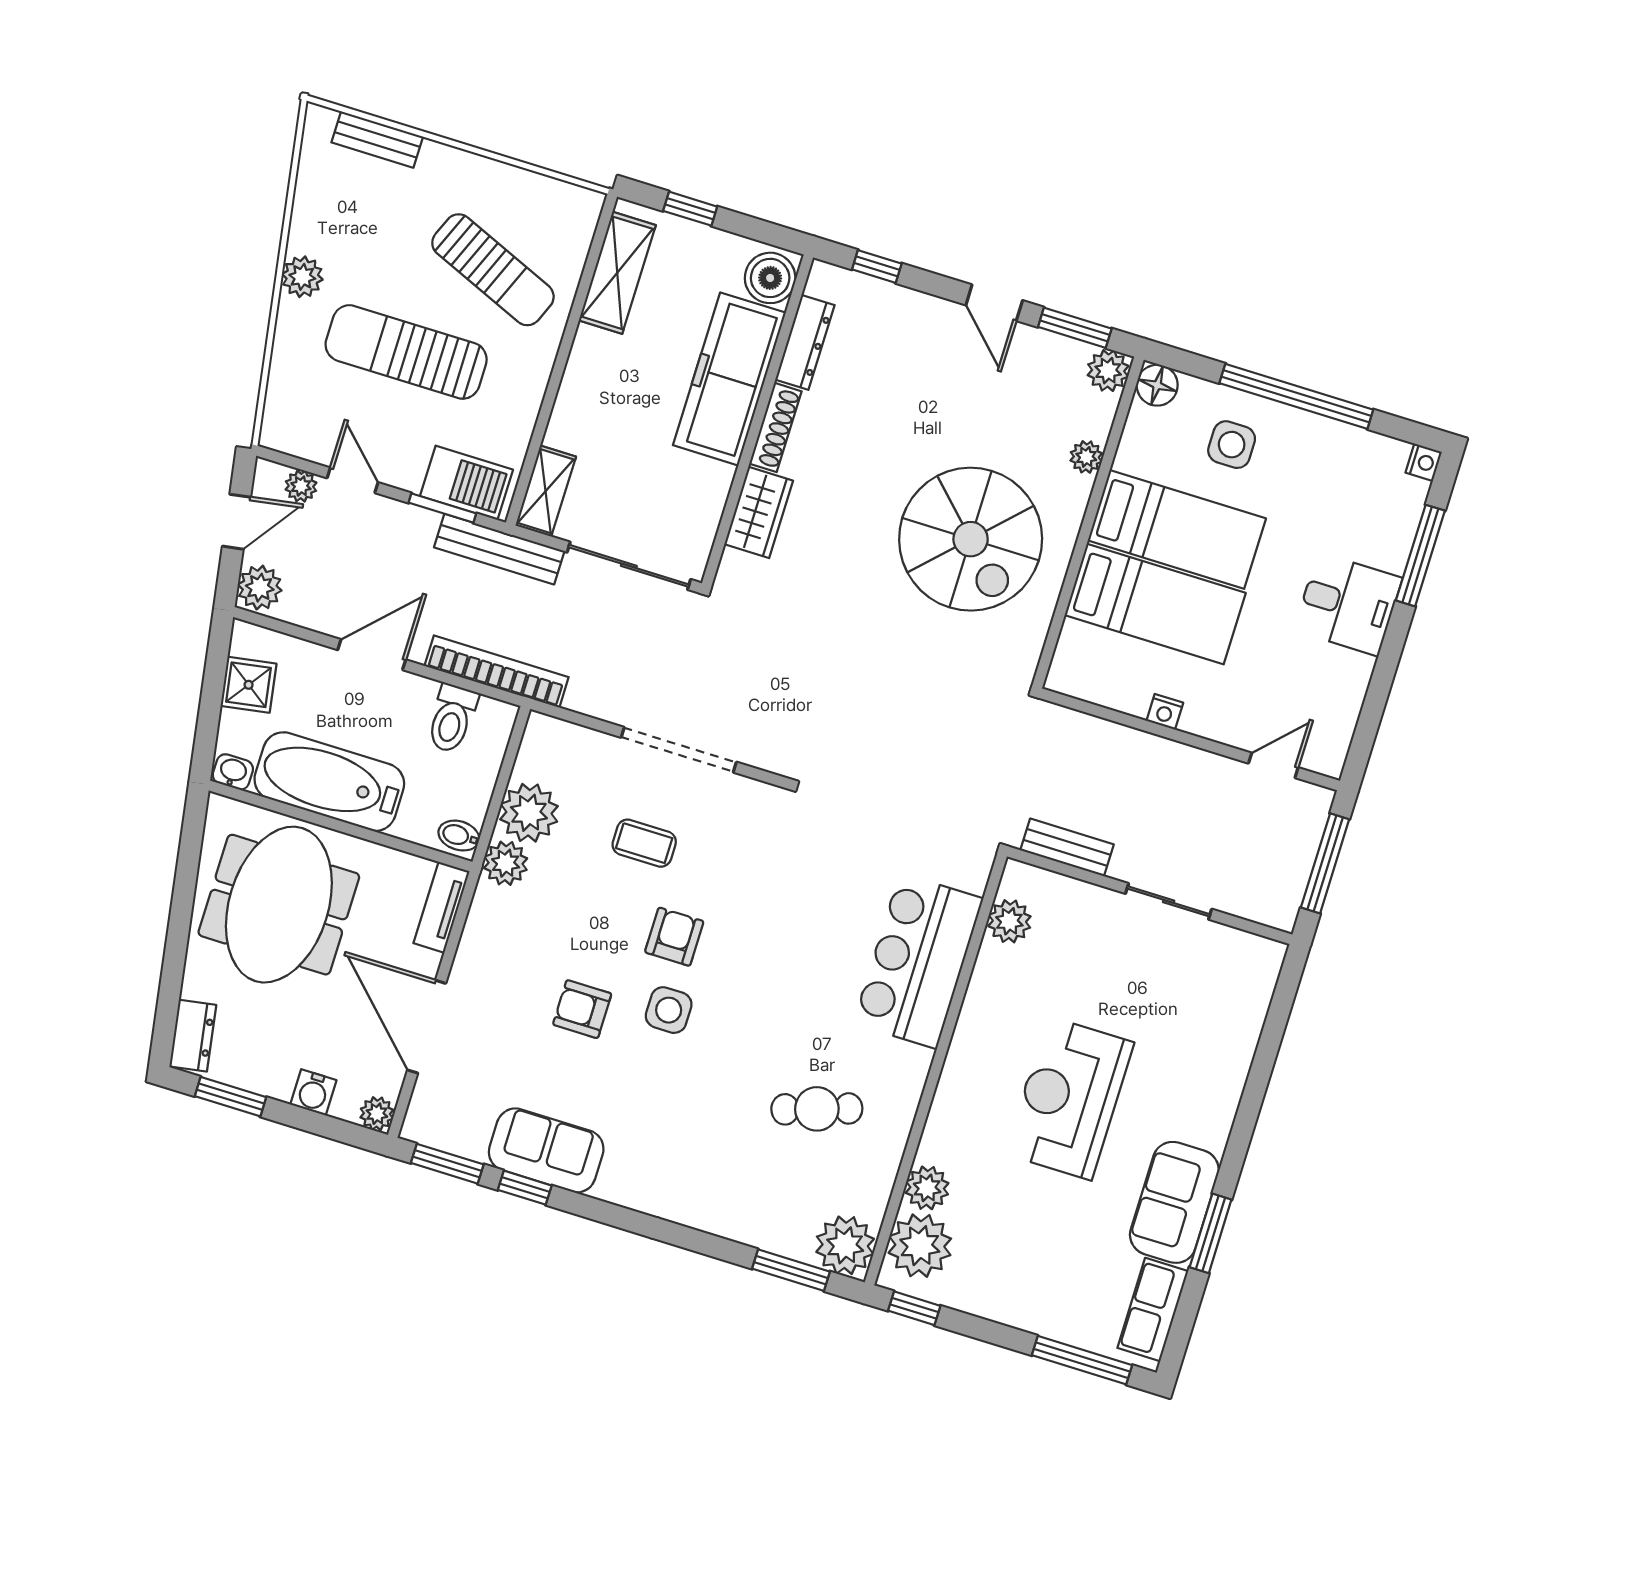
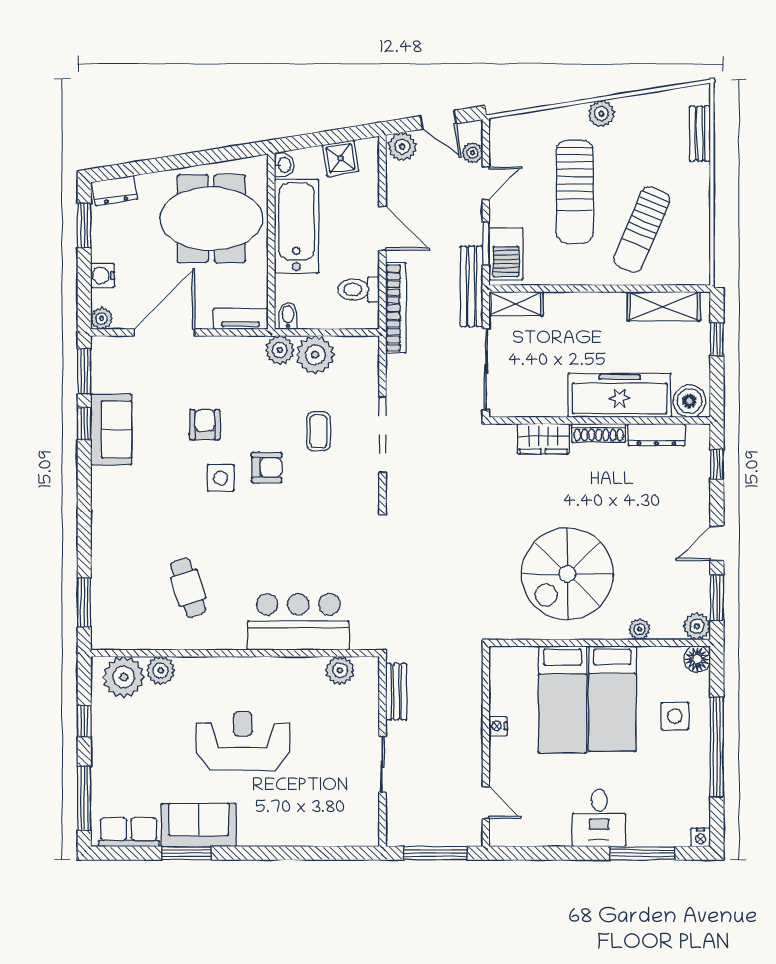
sun lounger: (406, 352) -> (575, 192), turned 180
plant: (845, 1245) -> (110, 631), removed
window: (914, 1308) -> (84, 721), moved

